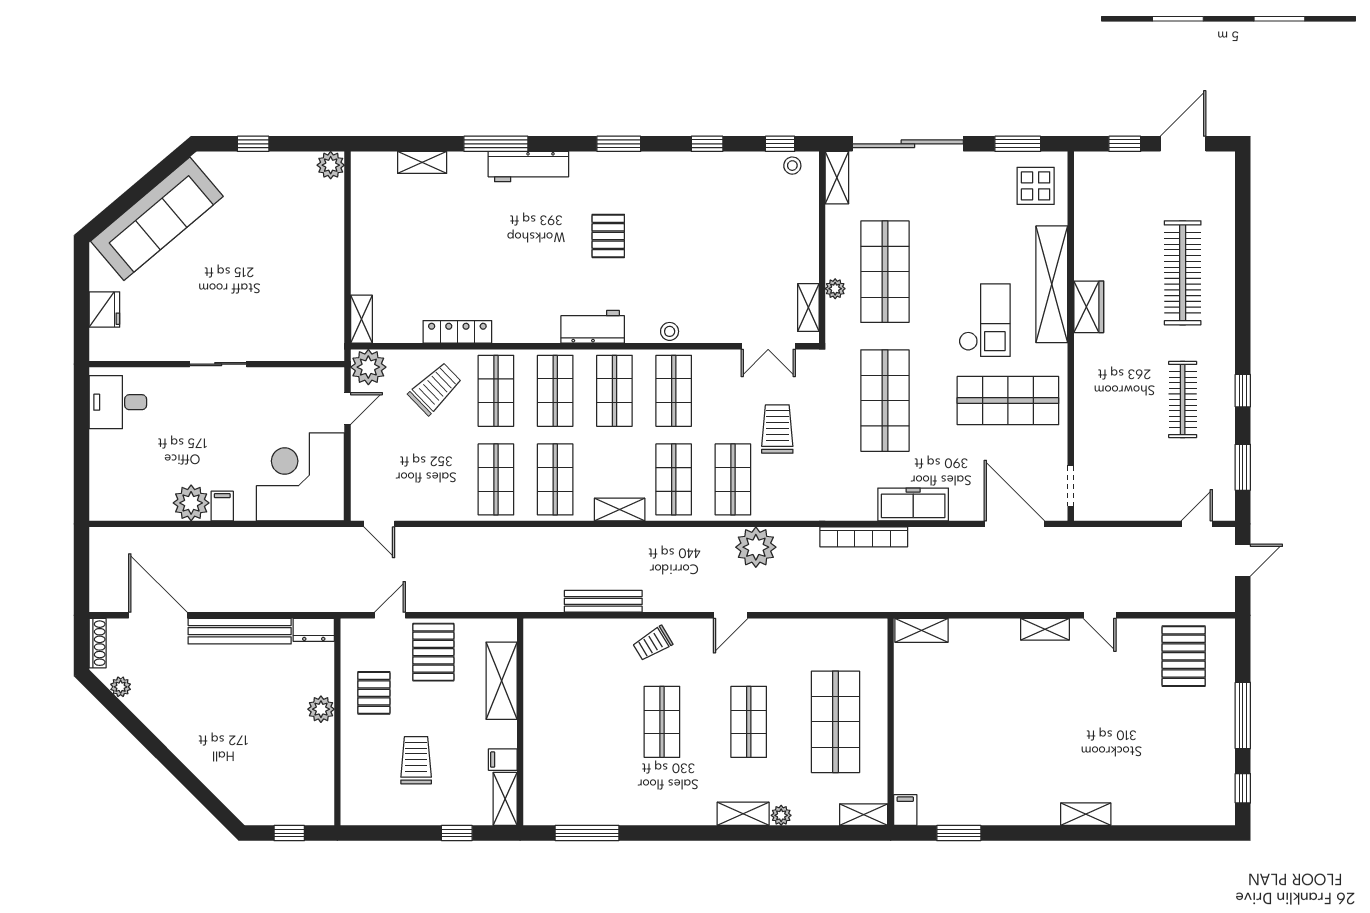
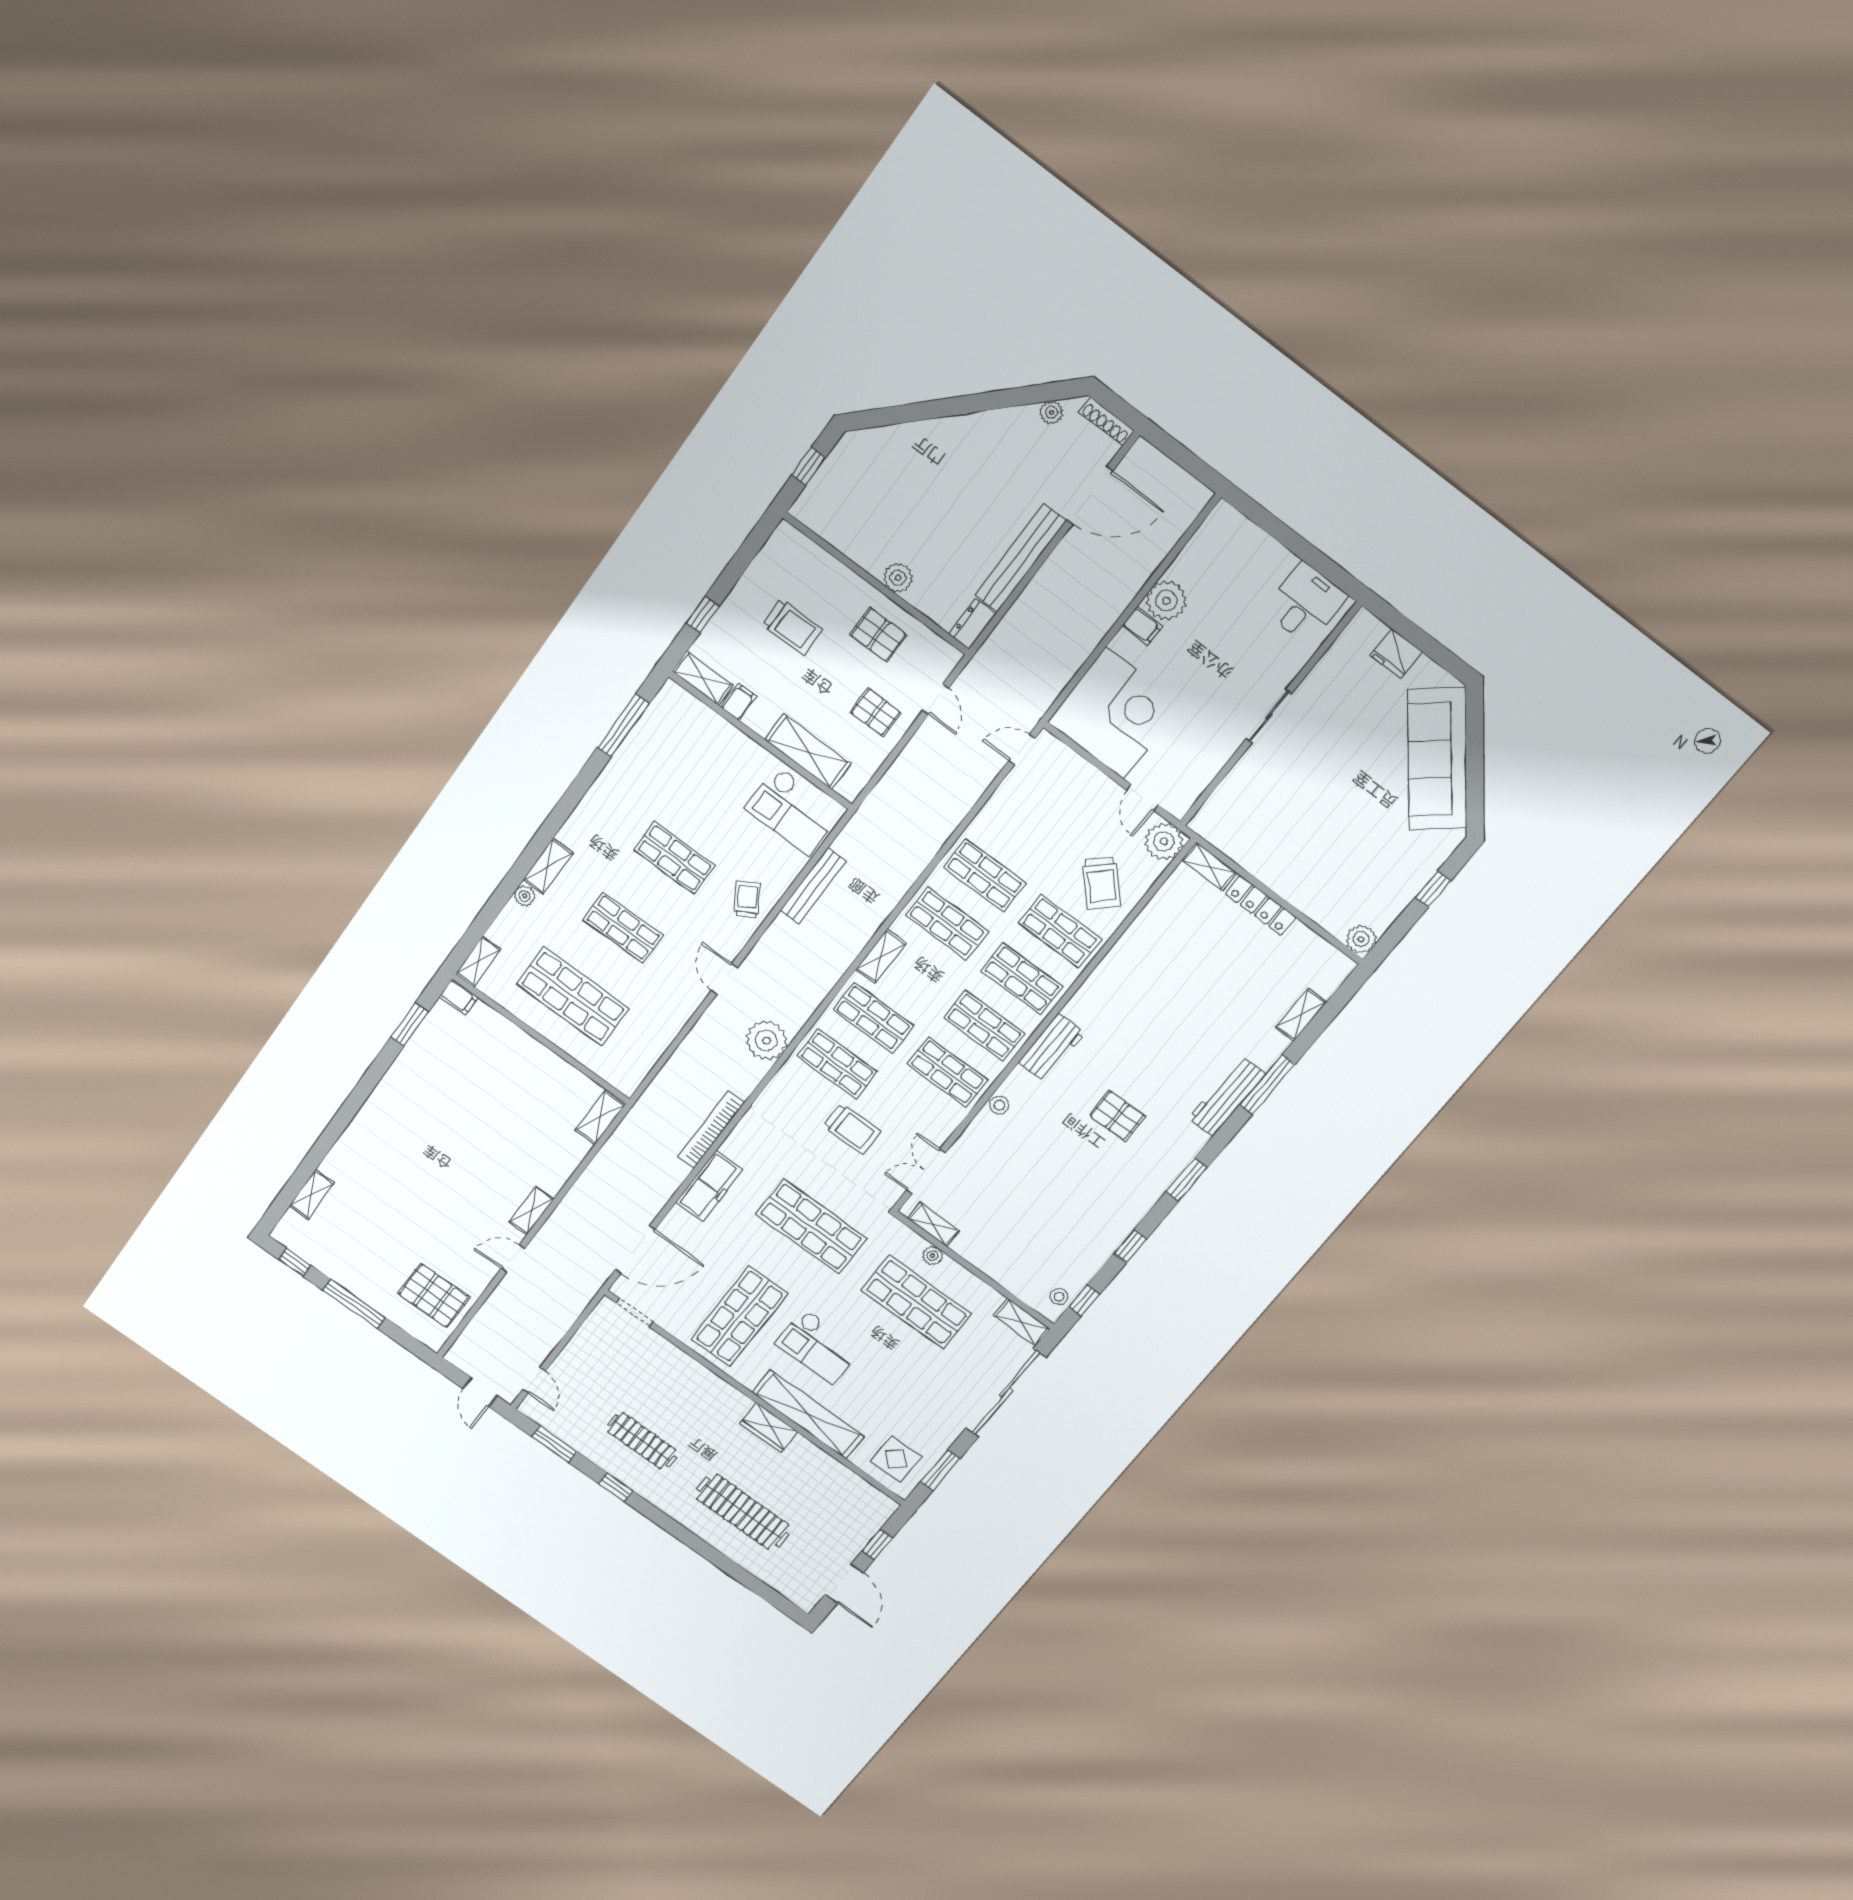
locker: (457, 332) -> (1261, 905), moved, turned 90
pallet: (433, 652) -> (876, 712), width x0.67, depth x0.71
checkout: (556, 659) -> (793, 811), added
shelving: (1086, 814) -> (312, 1194), moved

